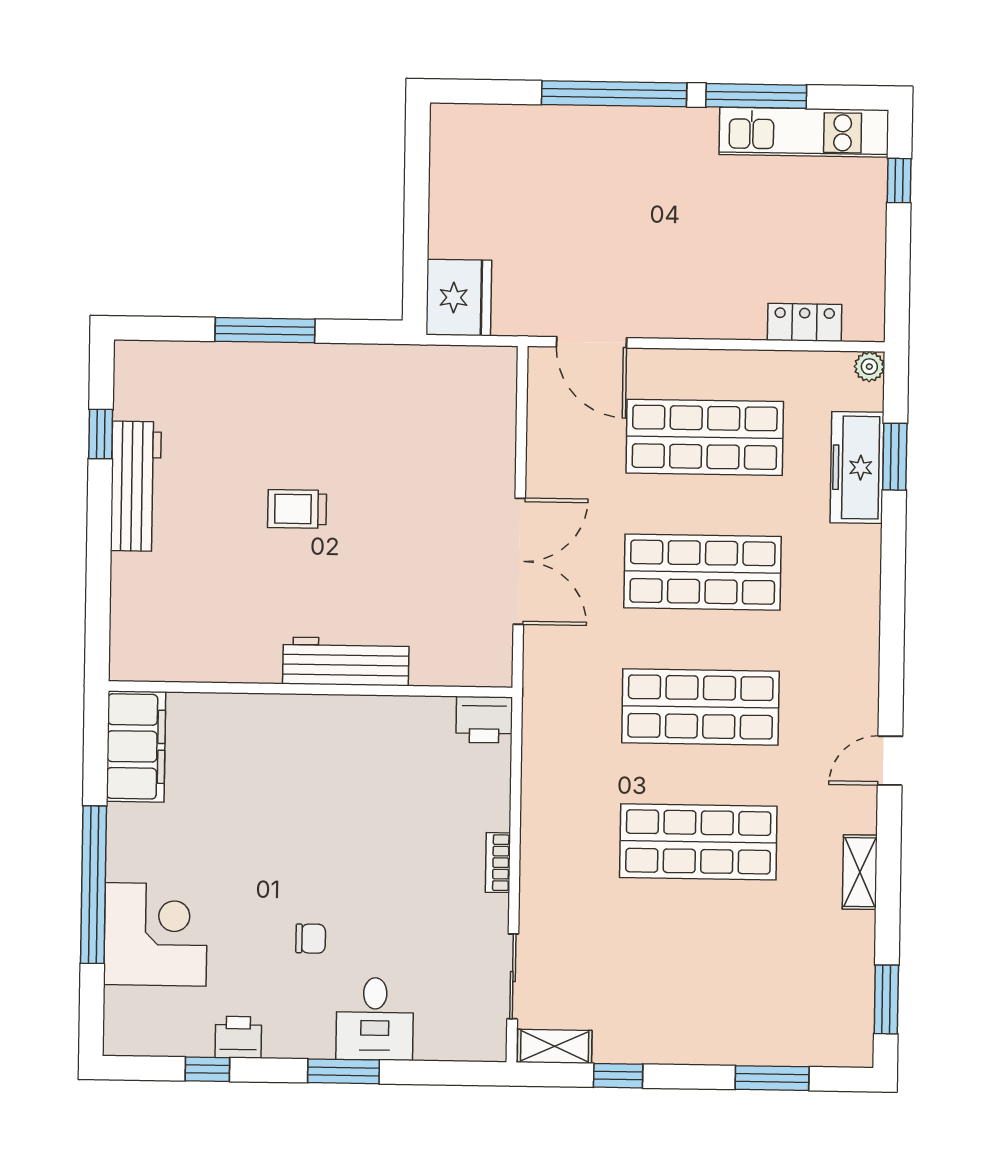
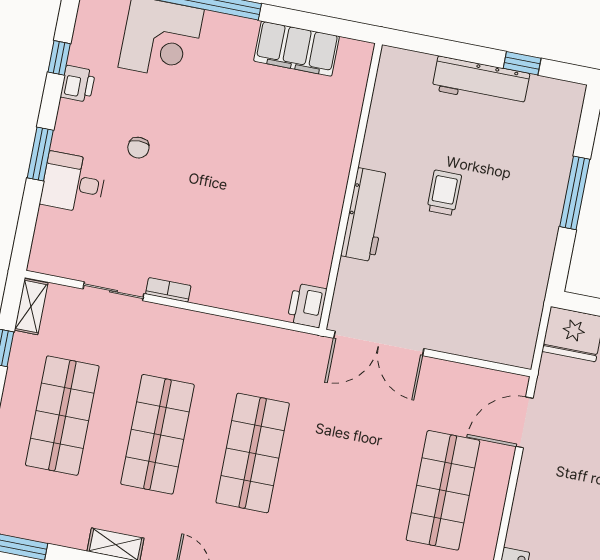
shop shelf: (703, 572) -> (62, 416), moved
workbench: (346, 661) -> (366, 215), moved
wall: (310, 689) -> (351, 186), moved
printer: (484, 720) -> (307, 305), moved
sliding door: (513, 976) -> (114, 291), moved

